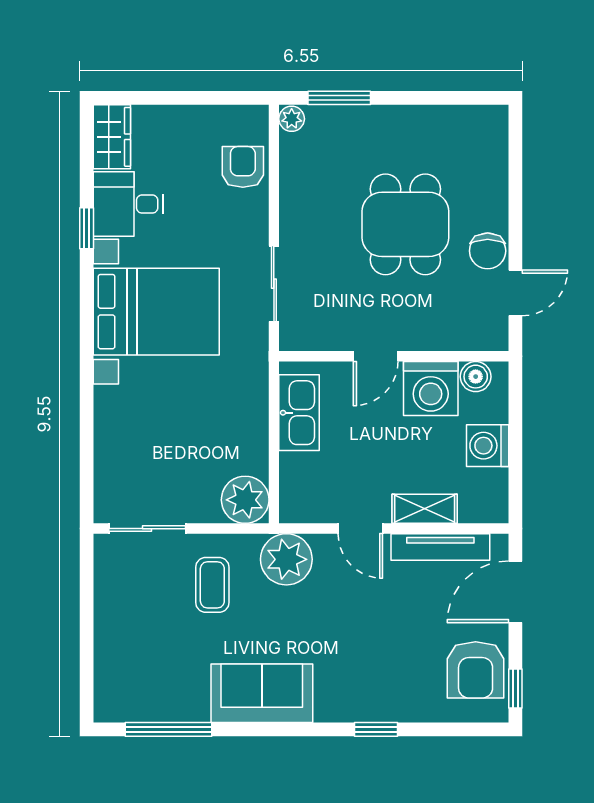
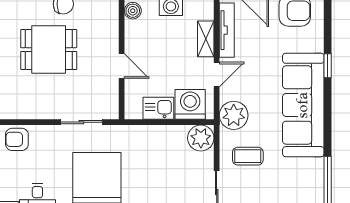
washing machine: (431, 388) -> (190, 104), moved, turned -90
kitchen sink: (299, 413) -> (158, 108), width x0.73
sofa: (262, 693) -> (303, 105), width x1.85, depth x1.27

